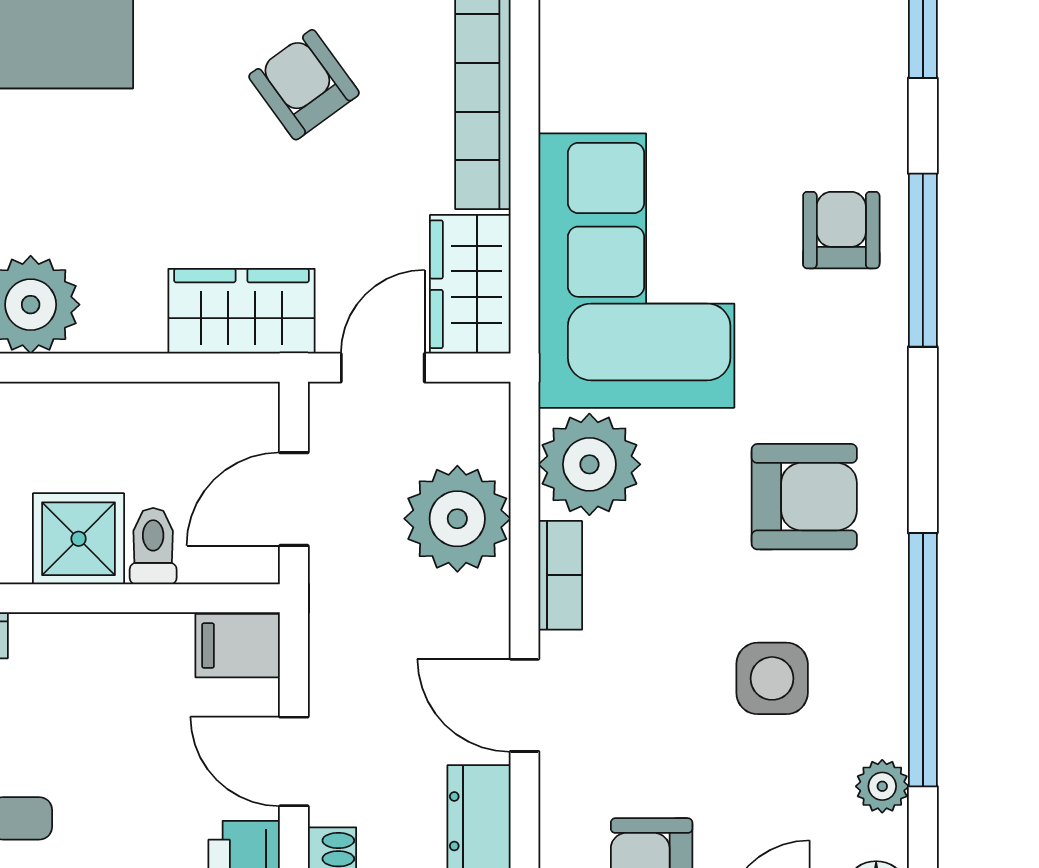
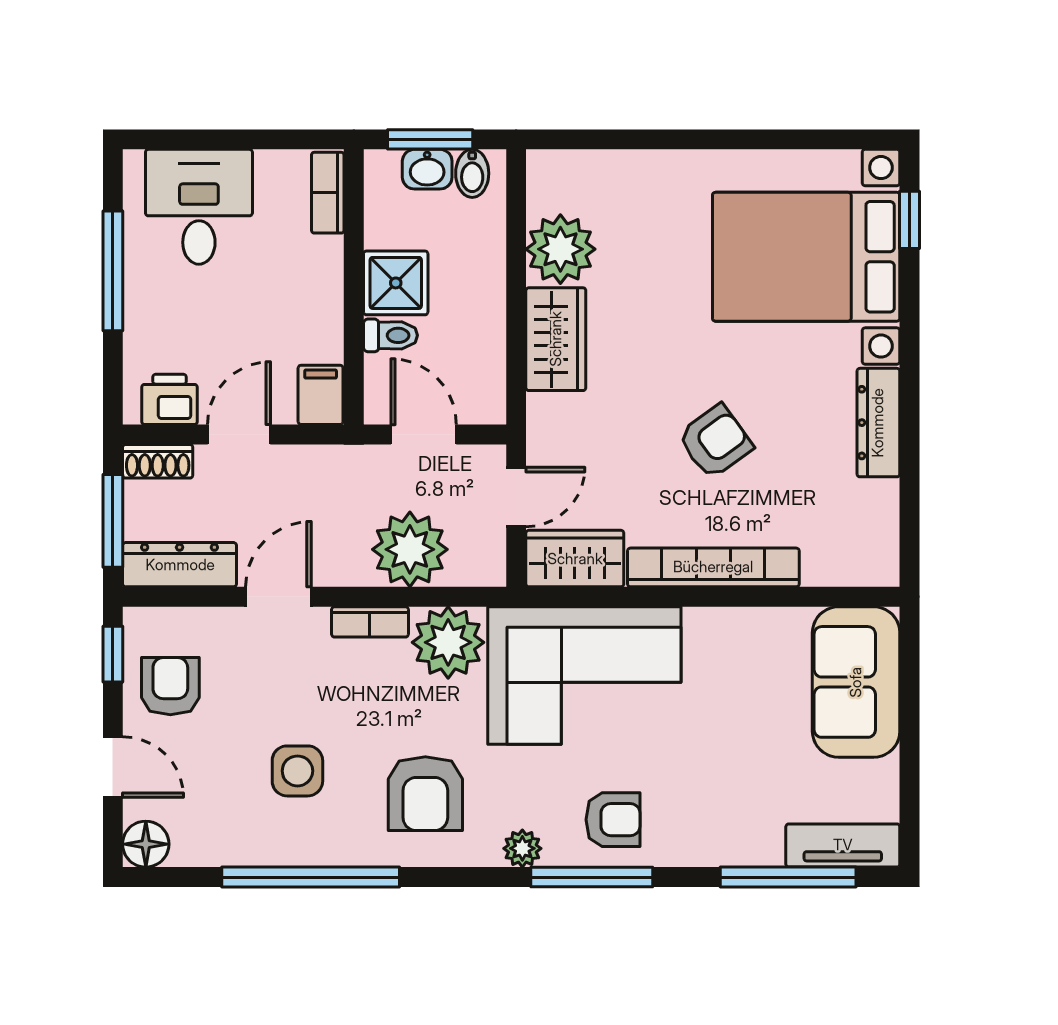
wardrobe: (241, 311) -> (556, 339), moved
door: (383, 368) -> (516, 497), hinge flipped
plant: (882, 786) -> (522, 848), moved

